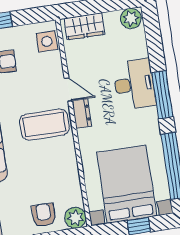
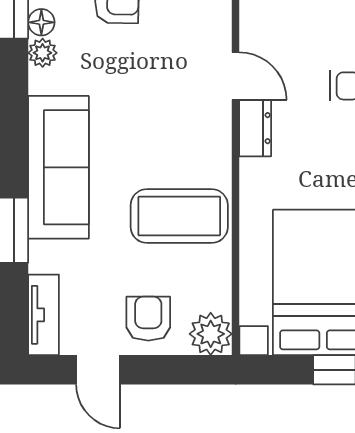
coffee table: (44, 125) -> (179, 216), moved

